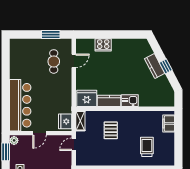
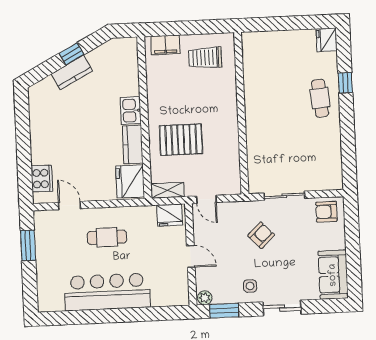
cooker: (103, 45) -> (42, 179), moved
cafe table: (54, 61) -> (107, 237), moved
bar counter: (20, 105) -> (107, 292), moved
pallet: (111, 130) -> (181, 140), width x1.50, depth x1.42
trolley: (147, 147) -> (205, 58), moved

